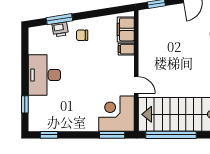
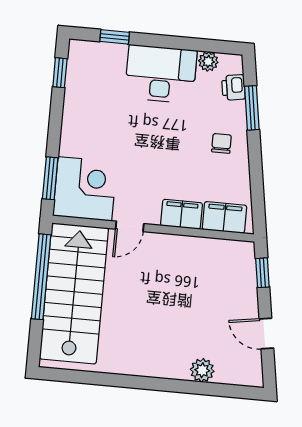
printer: (60, 29) -> (233, 87), moved
plant: (34, 48) -> (208, 61), added
filing cabinet: (126, 49) -> (181, 214), width x2.00

